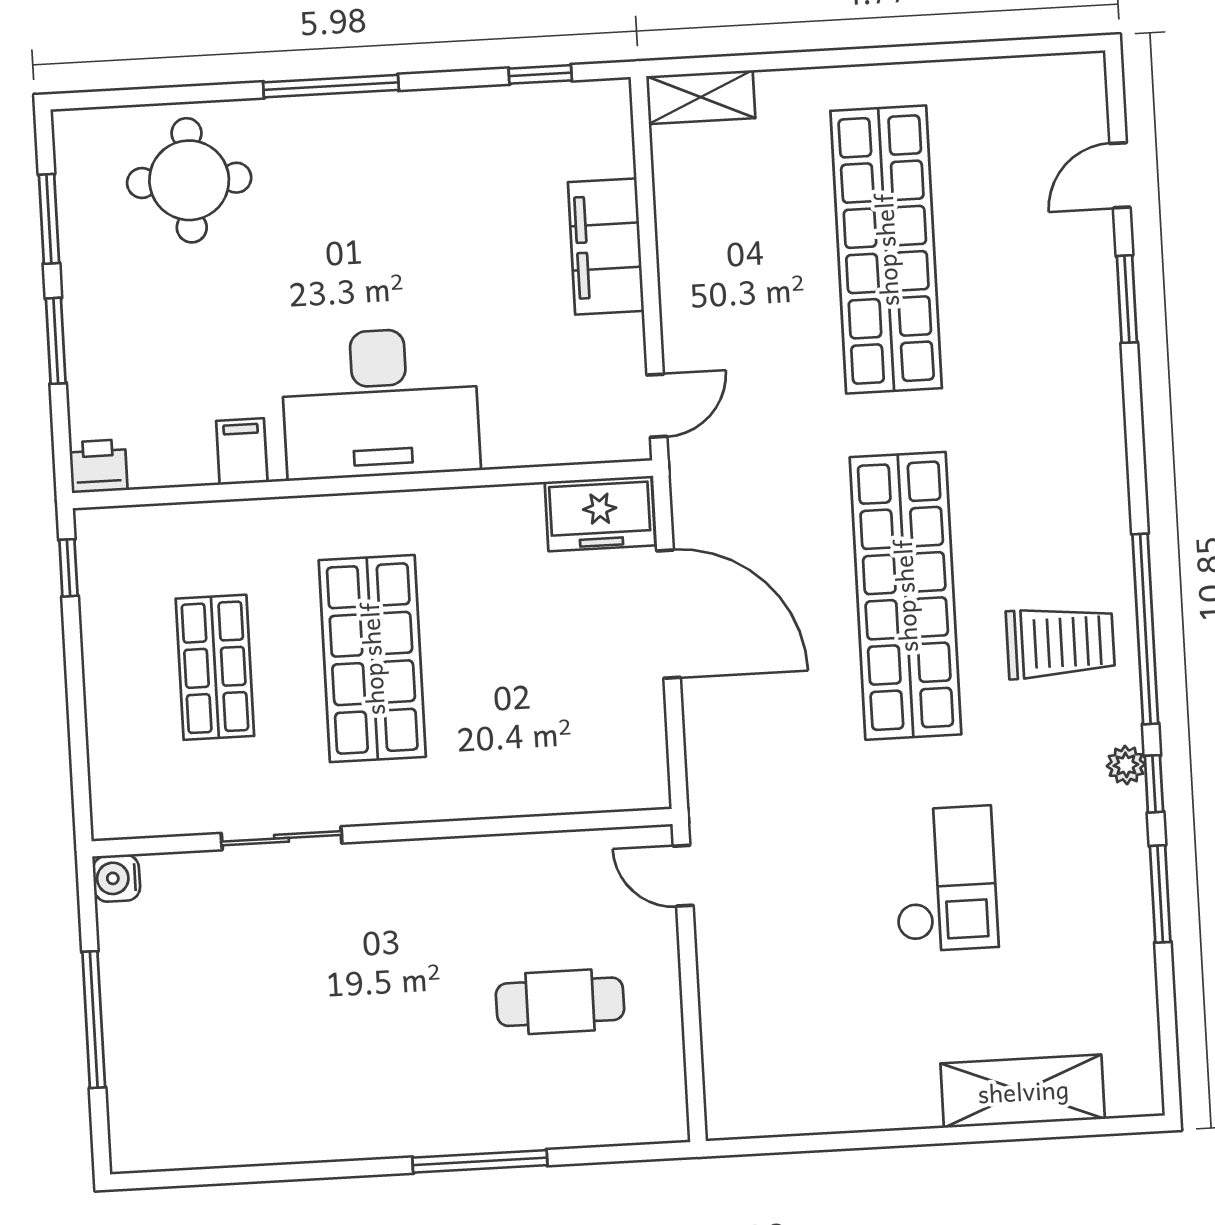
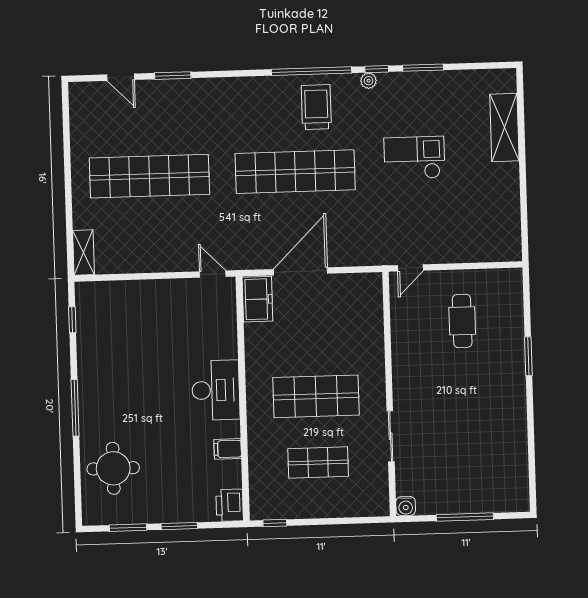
filing cabinet: (606, 247) -> (145, 294), removed
desk: (380, 403) -> (216, 390), width x0.73, depth x0.77
printer: (98, 466) -> (230, 505), width x1.36, depth x1.24
window: (480, 1161) -> (528, 356), width x0.69

